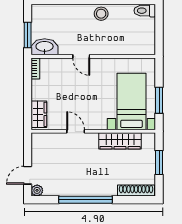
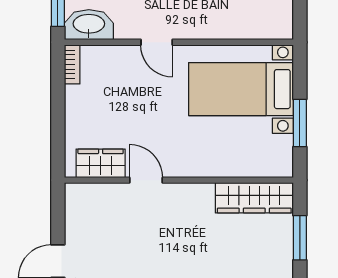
bed with nightstands: (131, 101) -> (241, 89), moved, turned -90
wardrobe: (39, 114) -> (101, 163), moved, turned -90
wardrobe: (120, 141) -> (254, 198), moved

